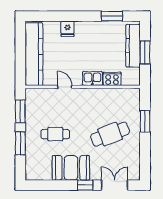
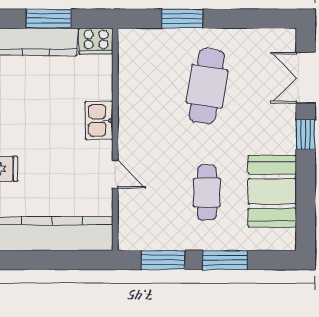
cooker: (112, 79) -> (96, 41), moved, turned -90
door: (65, 87) -> (115, 174), swing flipped
cafe table: (110, 134) -> (207, 86), turned 30
booth: (71, 168) -> (272, 191), moved

